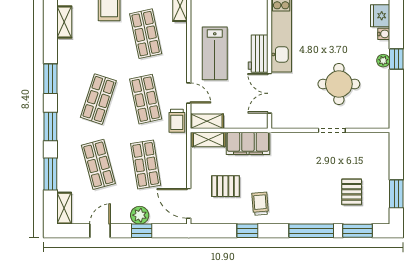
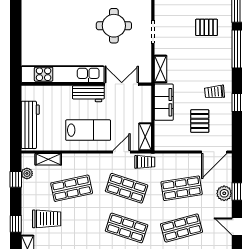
double door: (269, 93) -> (122, 84), swing flipped
shop shelf: (146, 99) -> (127, 188), turned 30
shelving: (209, 139) -> (160, 69), moved
pallet: (352, 192) -> (207, 27), moved

